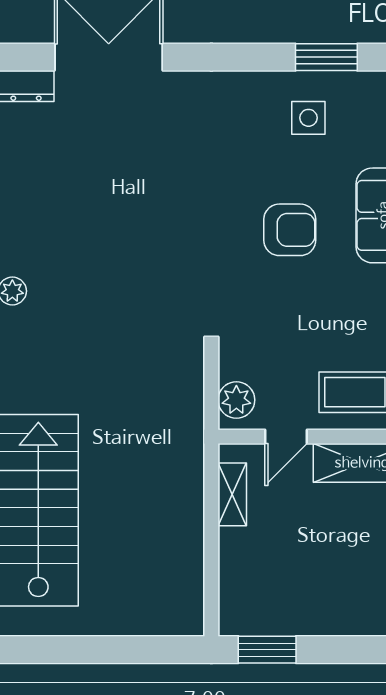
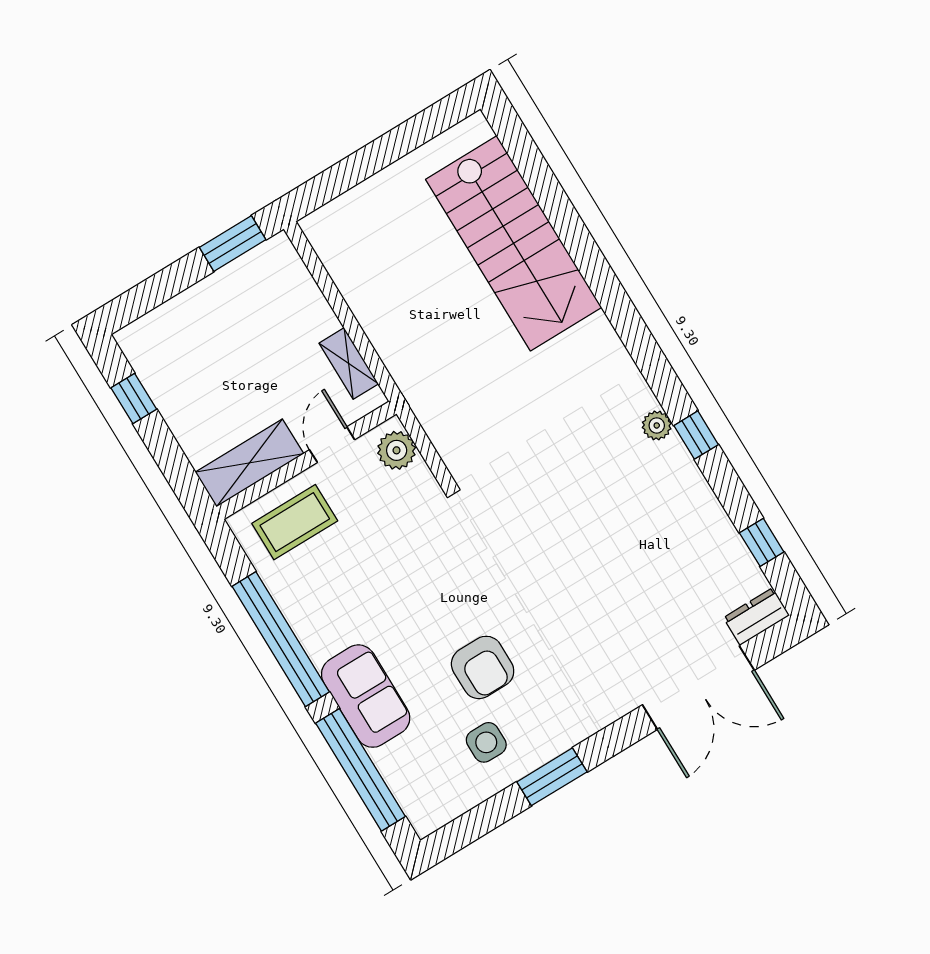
window: (326, 57) -> (552, 777), moved
armchair: (290, 230) -> (483, 667), moved, turned -90

